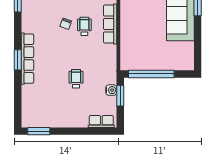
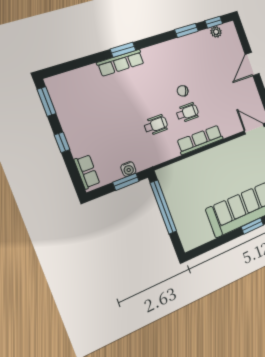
row of seats: (27, 59) -> (121, 63), width x0.73
wheelchair: (76, 79) -> (156, 125), moved
window: (73, 131) -> (62, 142), added

